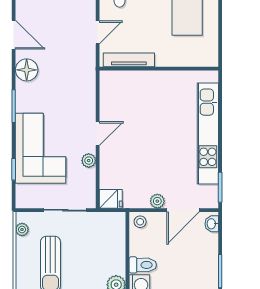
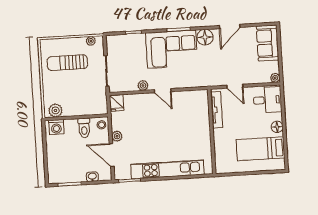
corner sofa: (41, 148) -> (172, 49), moved
washbasin: (212, 224) -> (92, 177), moved
toilet: (143, 265) -> (84, 128), moved

